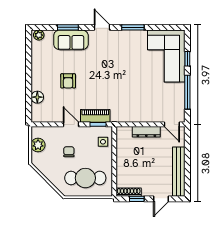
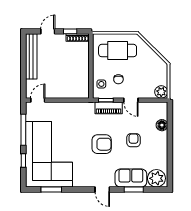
window: (133, 27) -> (51, 189), moved
plant: (39, 35) -> (156, 178), width x1.88, depth x1.88
corner sofa: (166, 56) -> (49, 154), width x1.36, depth x1.36
armchair: (103, 77) -> (102, 144), added
door: (172, 124) -> (38, 100), hinge flipped
dresser: (146, 132) -> (61, 93), removed
plant: (38, 145) -> (161, 92), moved
chair: (69, 152) -> (118, 79), moved

